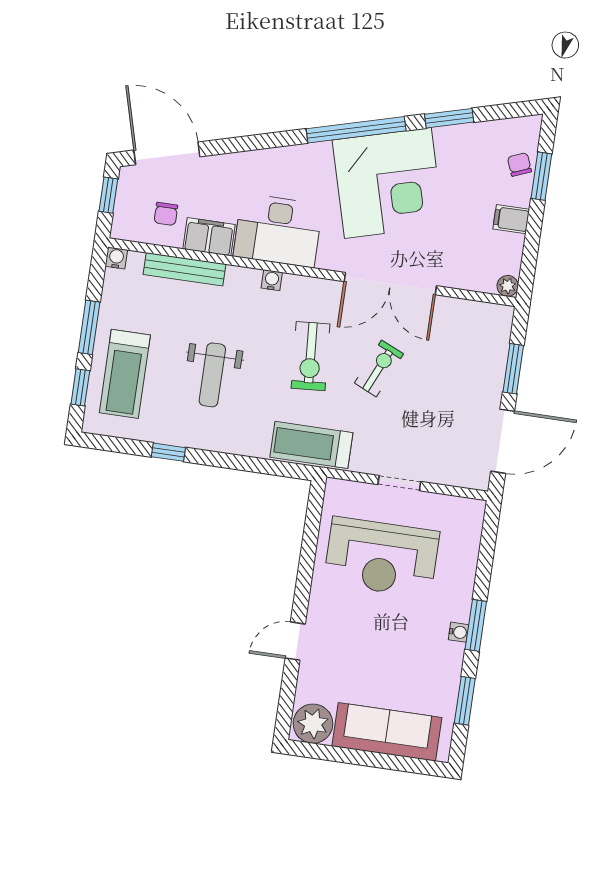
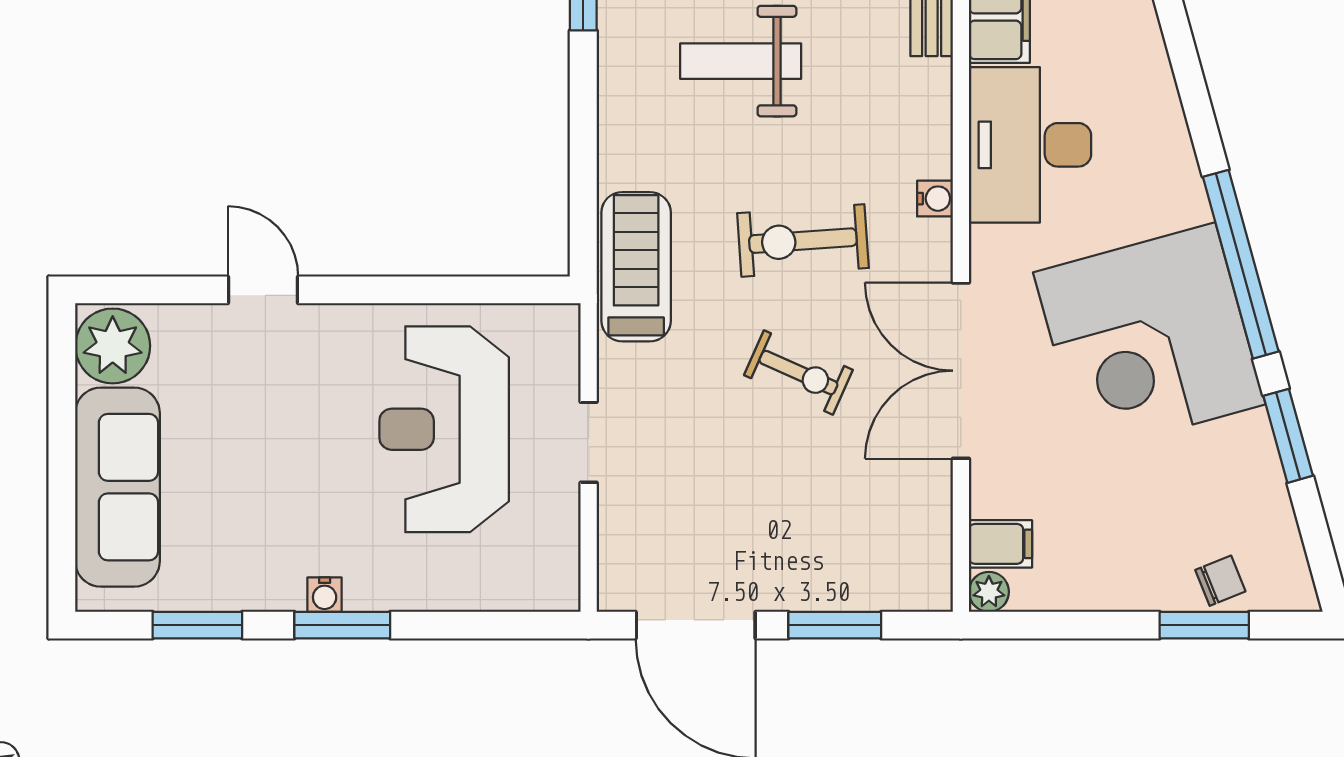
filing cabinet: (511, 219) -> (1000, 544), moved, turned 90
water cooler: (272, 280) -> (935, 199), moved

